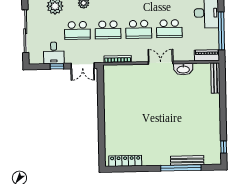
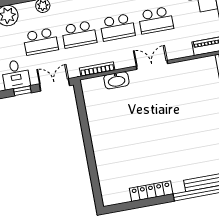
double door: (83, 66) -> (55, 85), swing flipped
washbasin: (183, 69) -> (116, 80), moved
locker: (125, 161) -> (151, 191), moved

